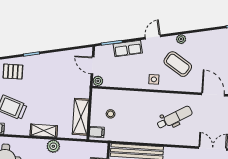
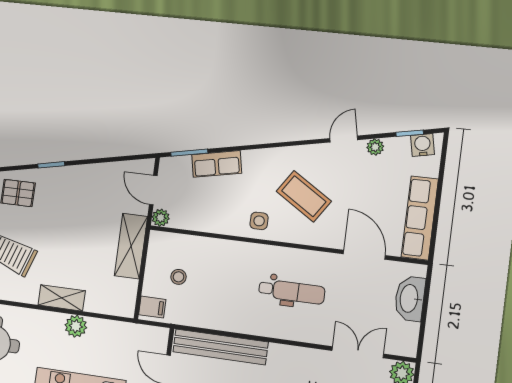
door: (153, 37) -> (344, 139), moved
plant: (181, 39) -> (375, 147), moved
shelving: (81, 117) -> (131, 246), moved
dental chair: (175, 118) -> (292, 291), turned 30

